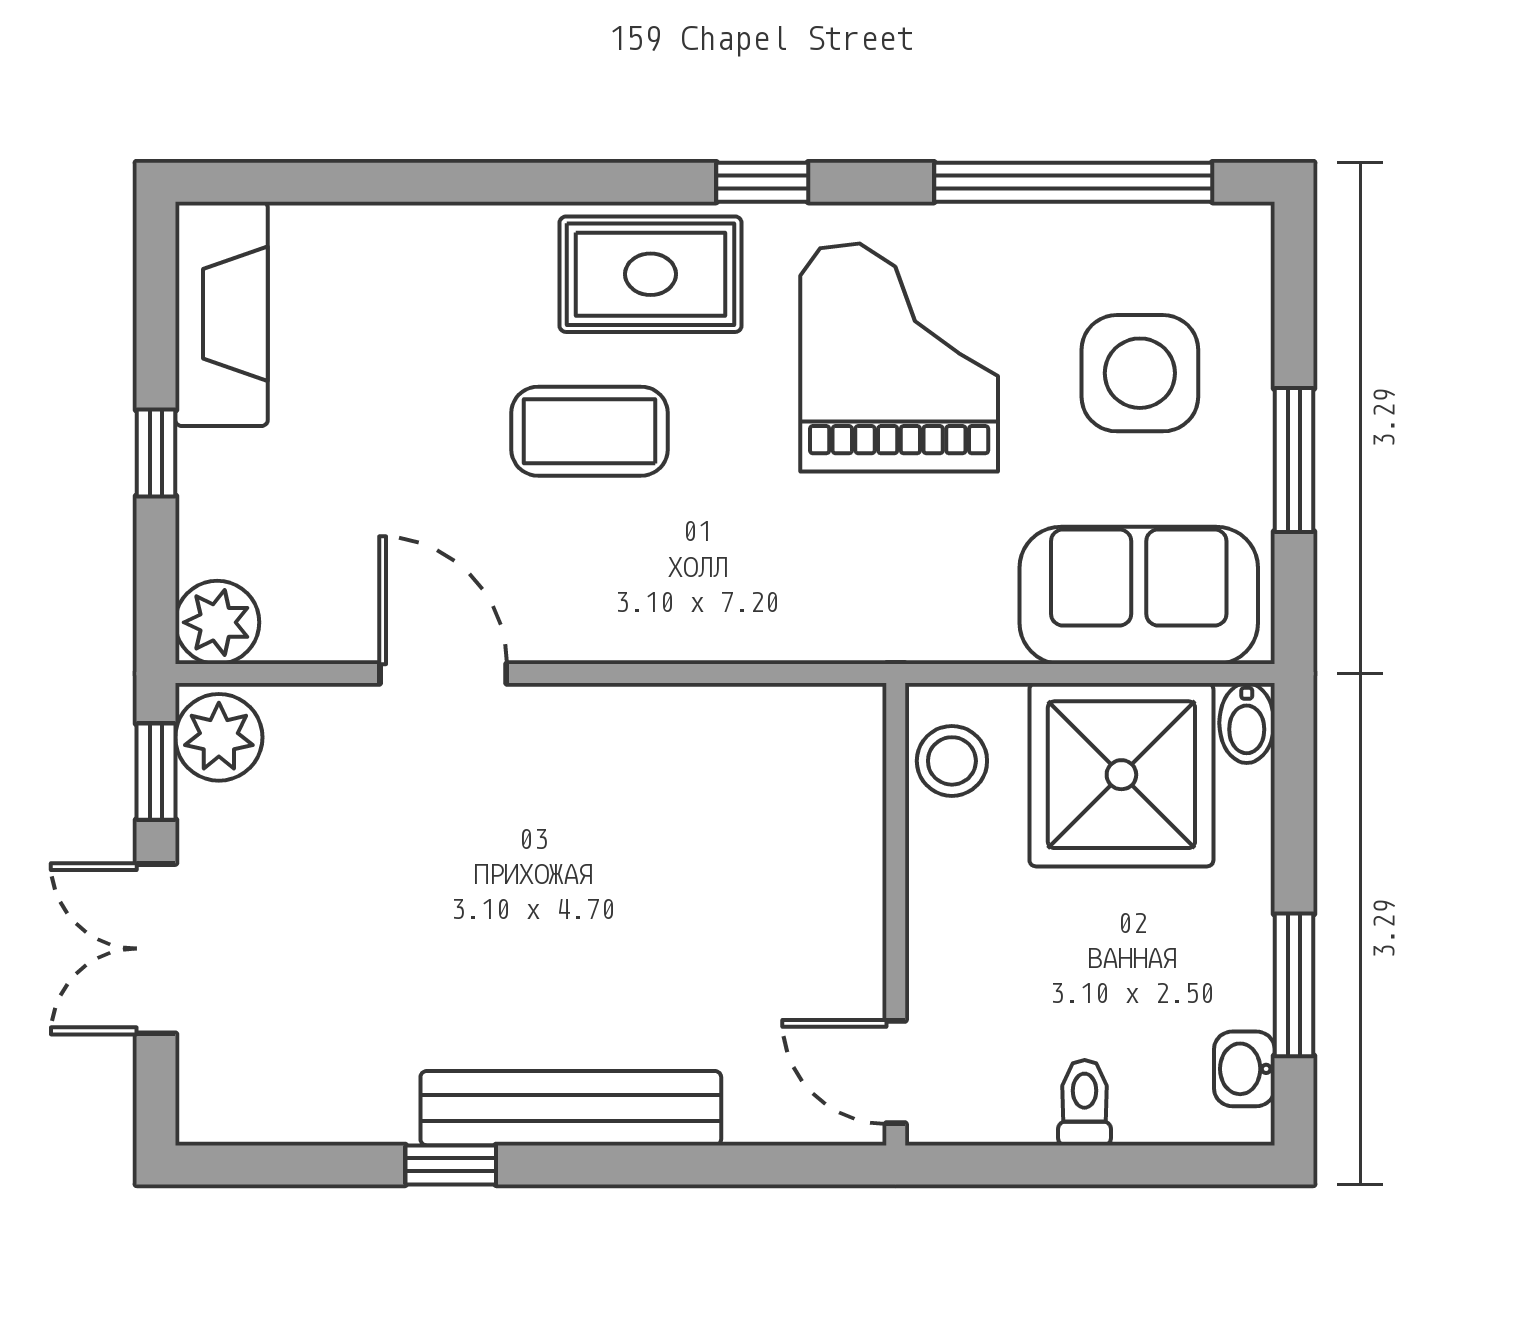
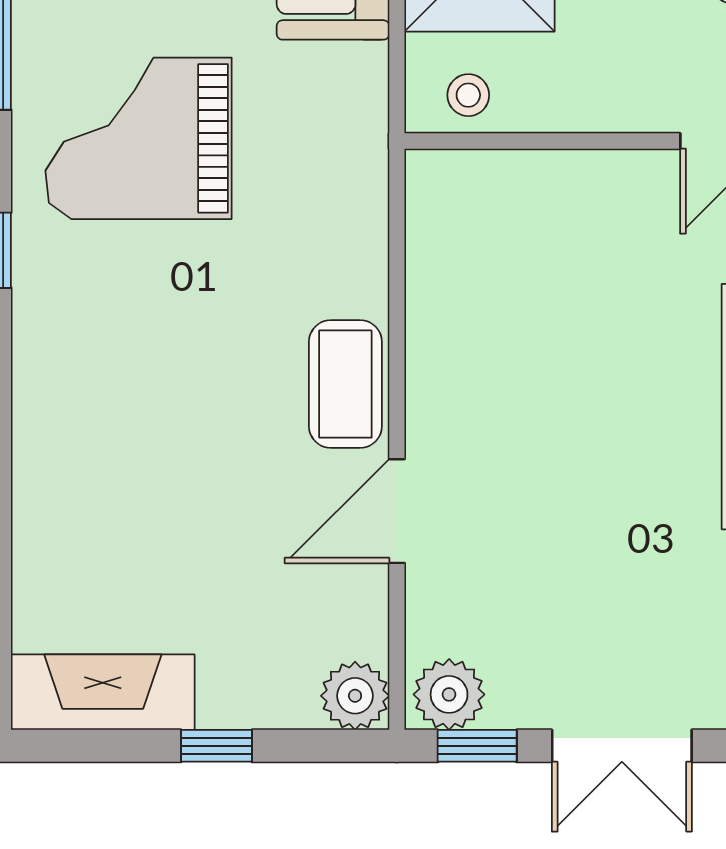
rug: (651, 274) -> (70, 342), removed
coffee table: (590, 431) -> (345, 384), moved
stool: (952, 761) -> (468, 95), width x0.73, depth x0.73

